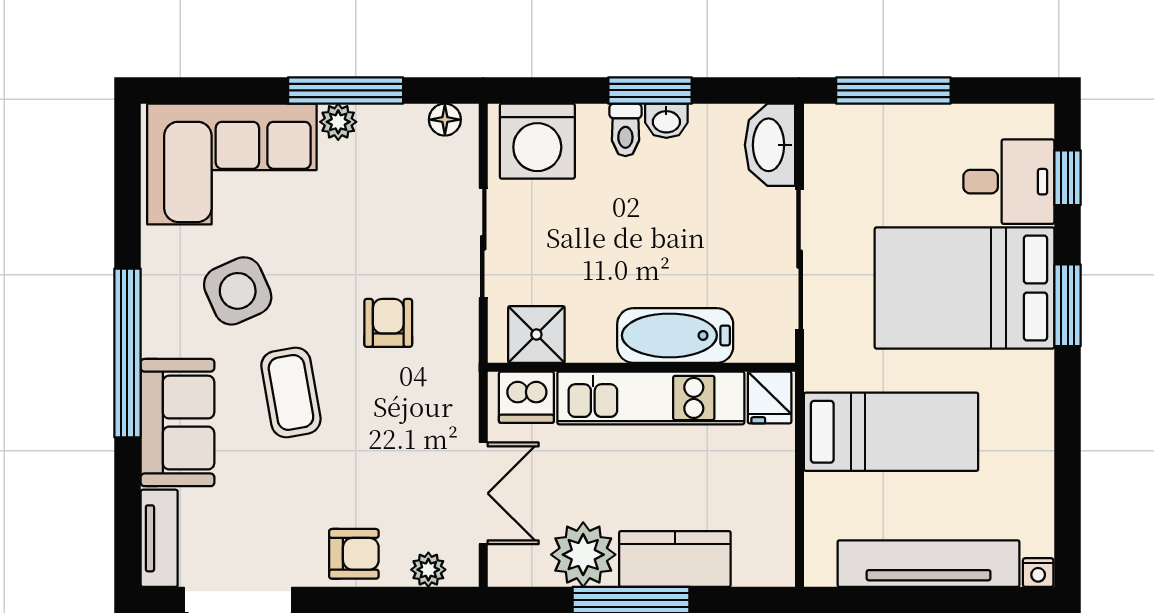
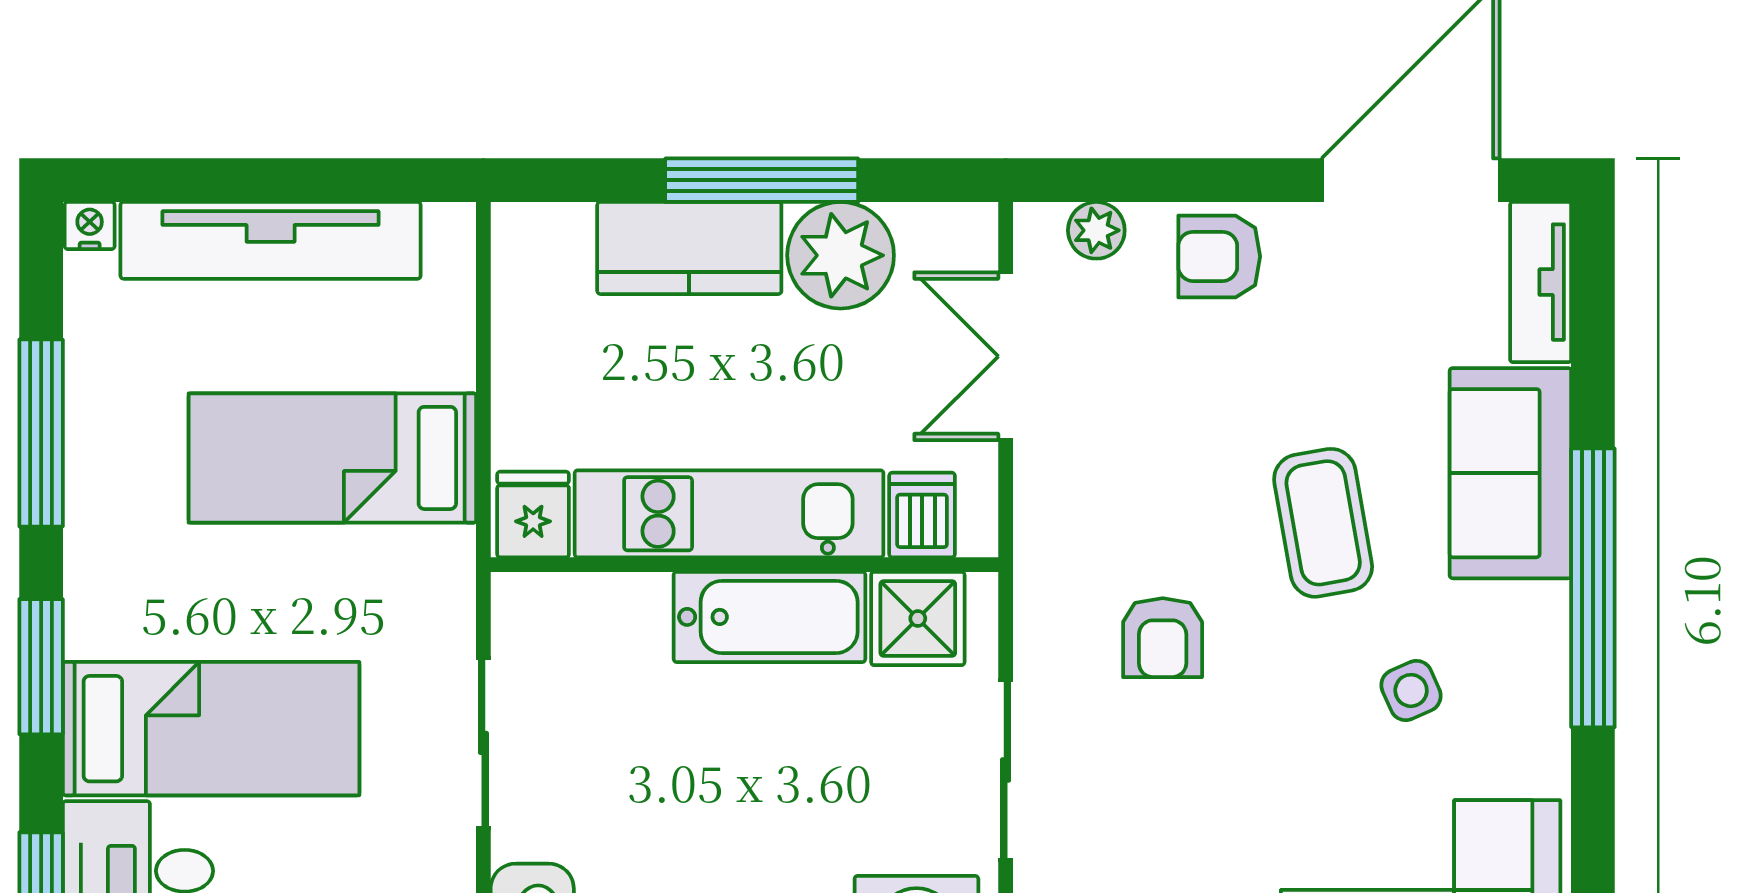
sliding door: (800, 259) -> (483, 743), width x0.73
bed: (965, 288) -> (211, 729), width x0.67
side table: (238, 291) -> (1411, 690), width x0.54, depth x0.54
bathtub: (675, 335) -> (769, 617), moved
dishwasher: (526, 397) -> (922, 515), width x0.73
window: (1068, 447) -> (41, 433), added

